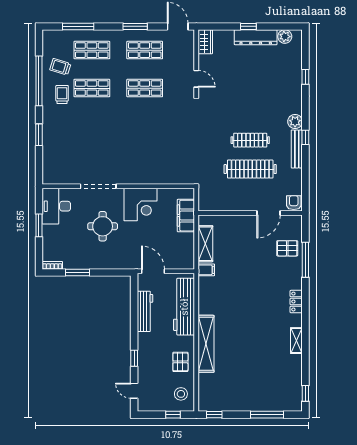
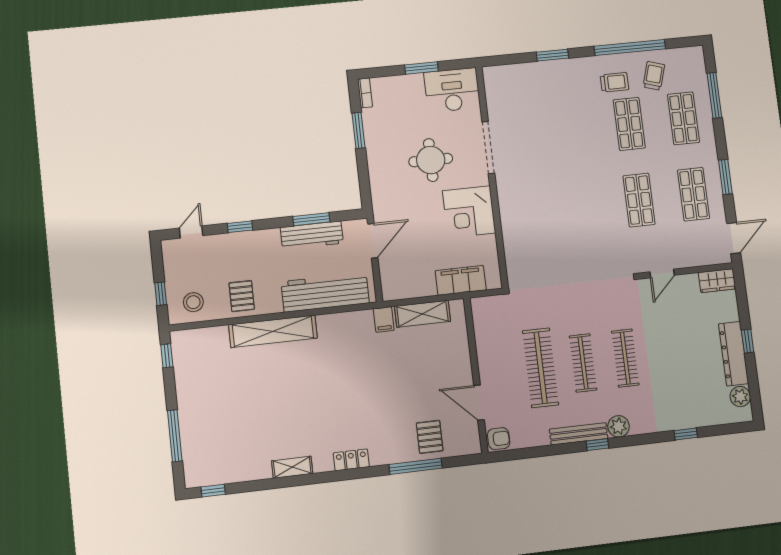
clothes rail: (250, 111) -> (625, 358), added
window: (134, 311) -> (311, 219), added
pallet: (180, 362) -> (242, 296), turned 90

